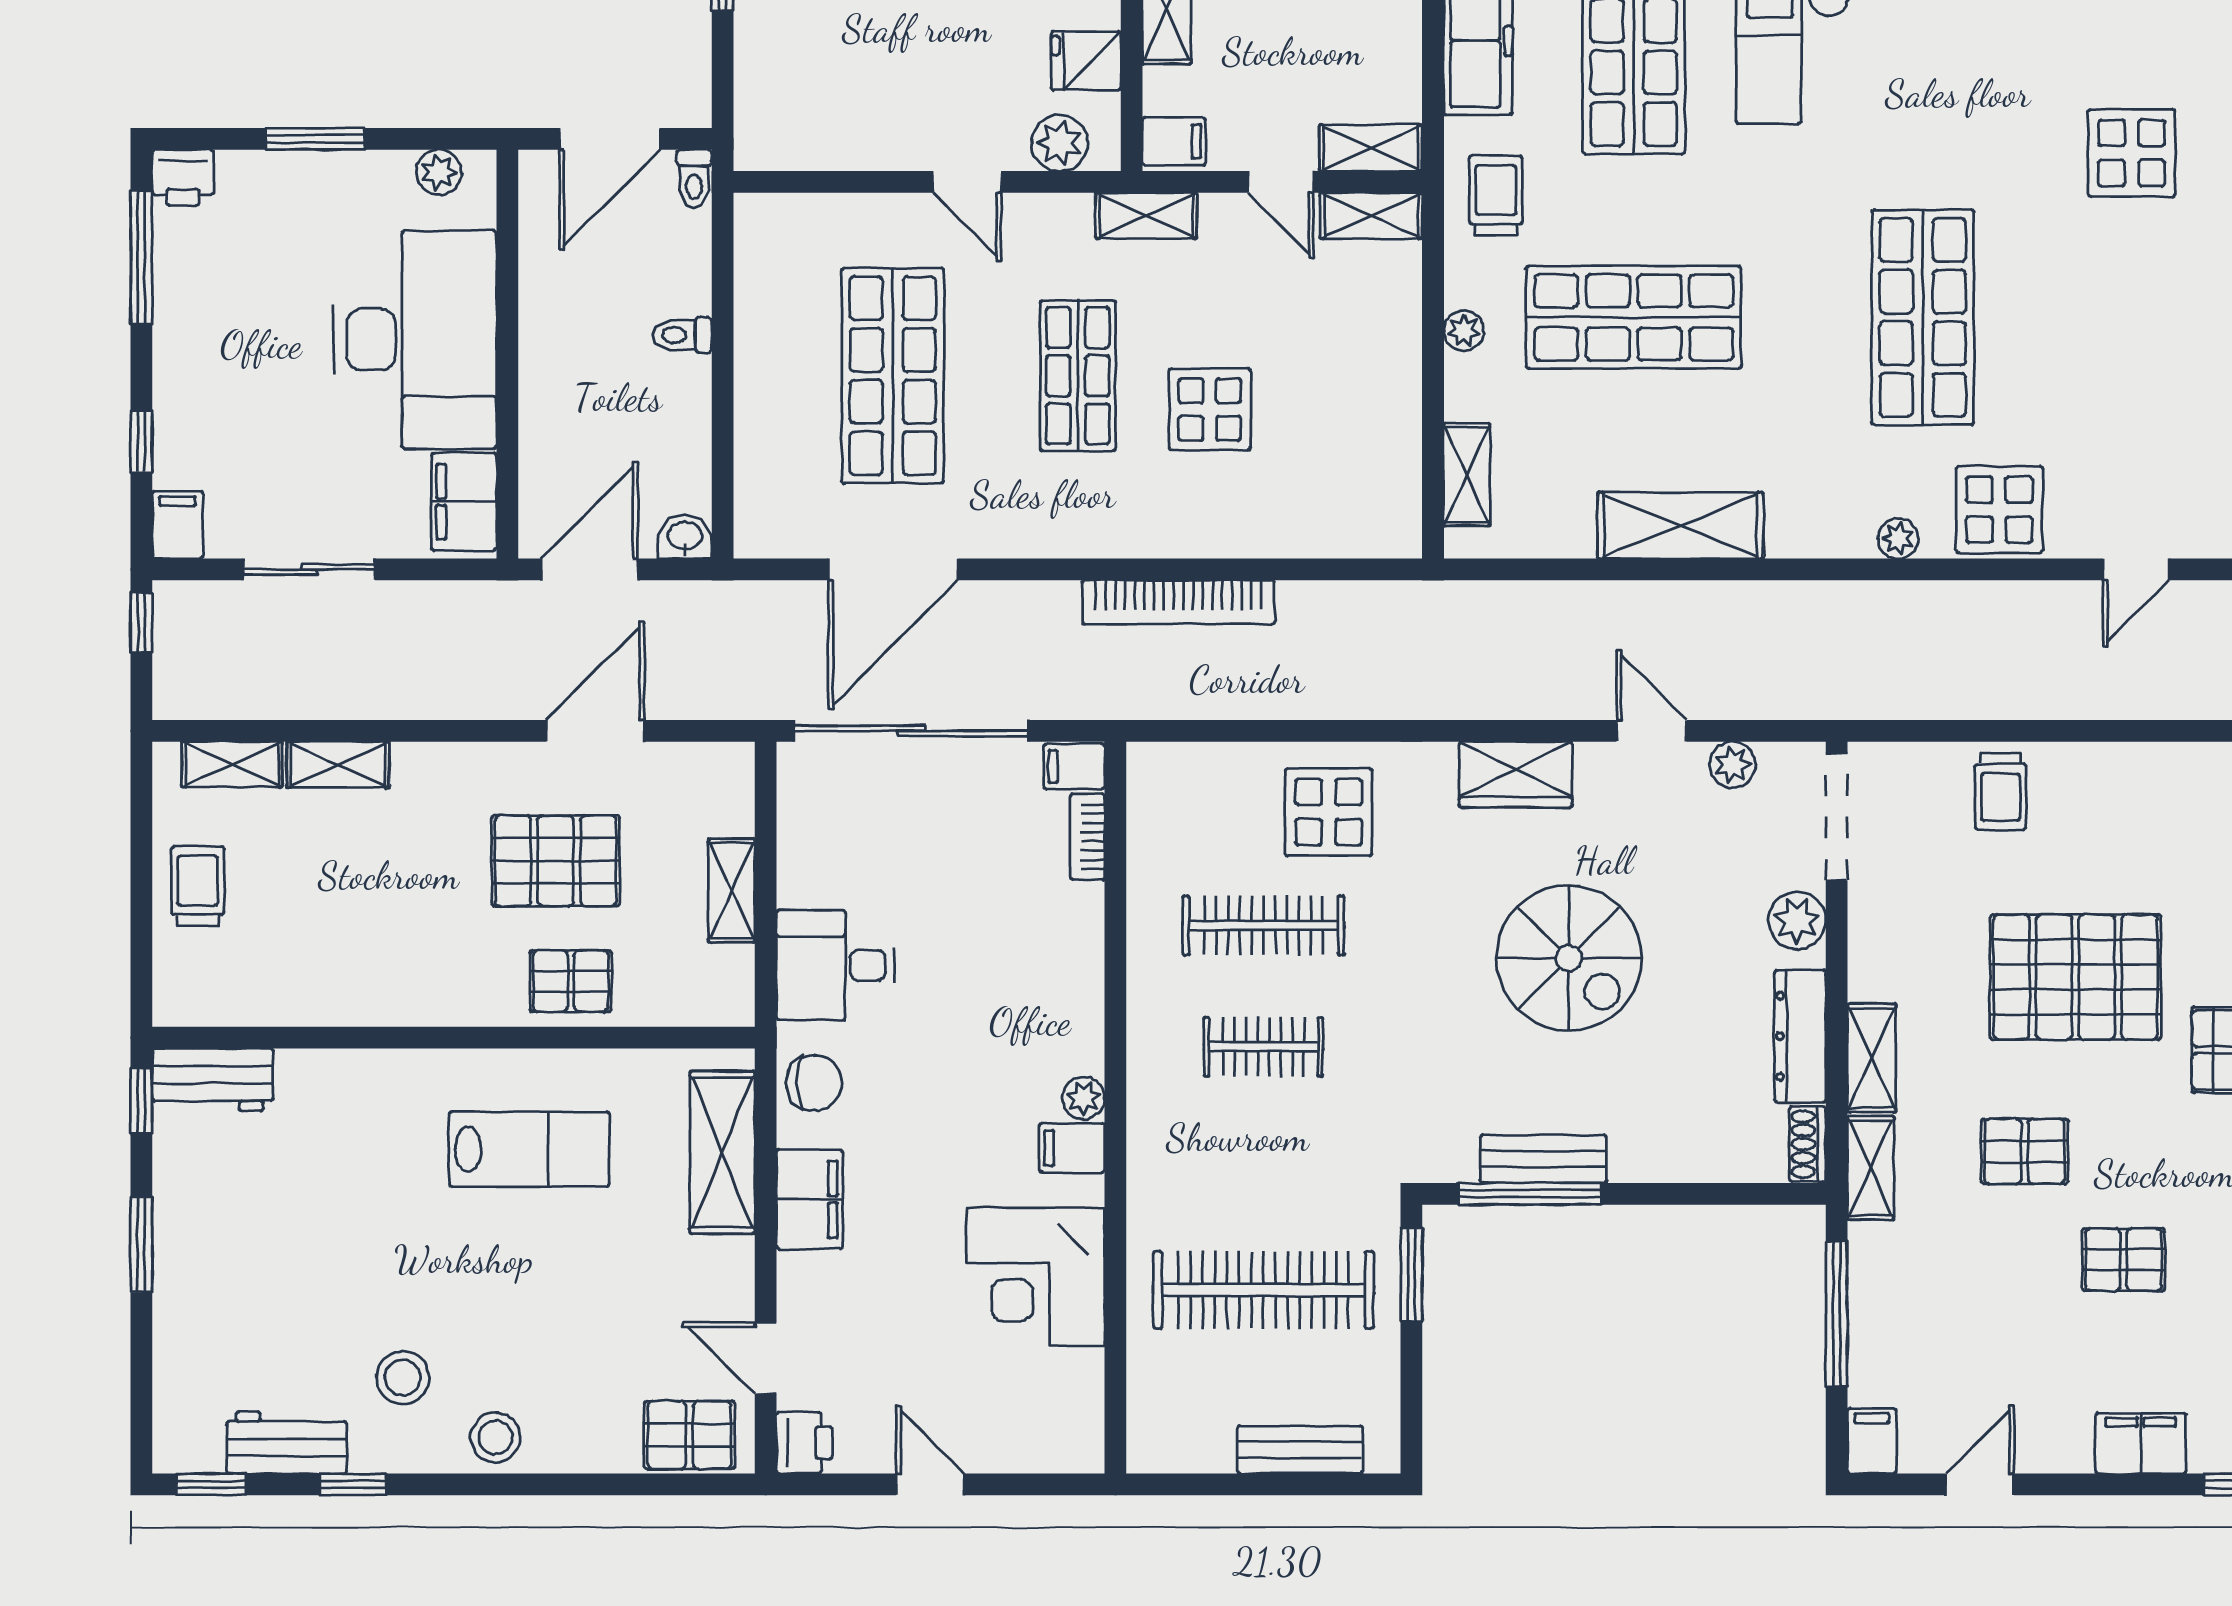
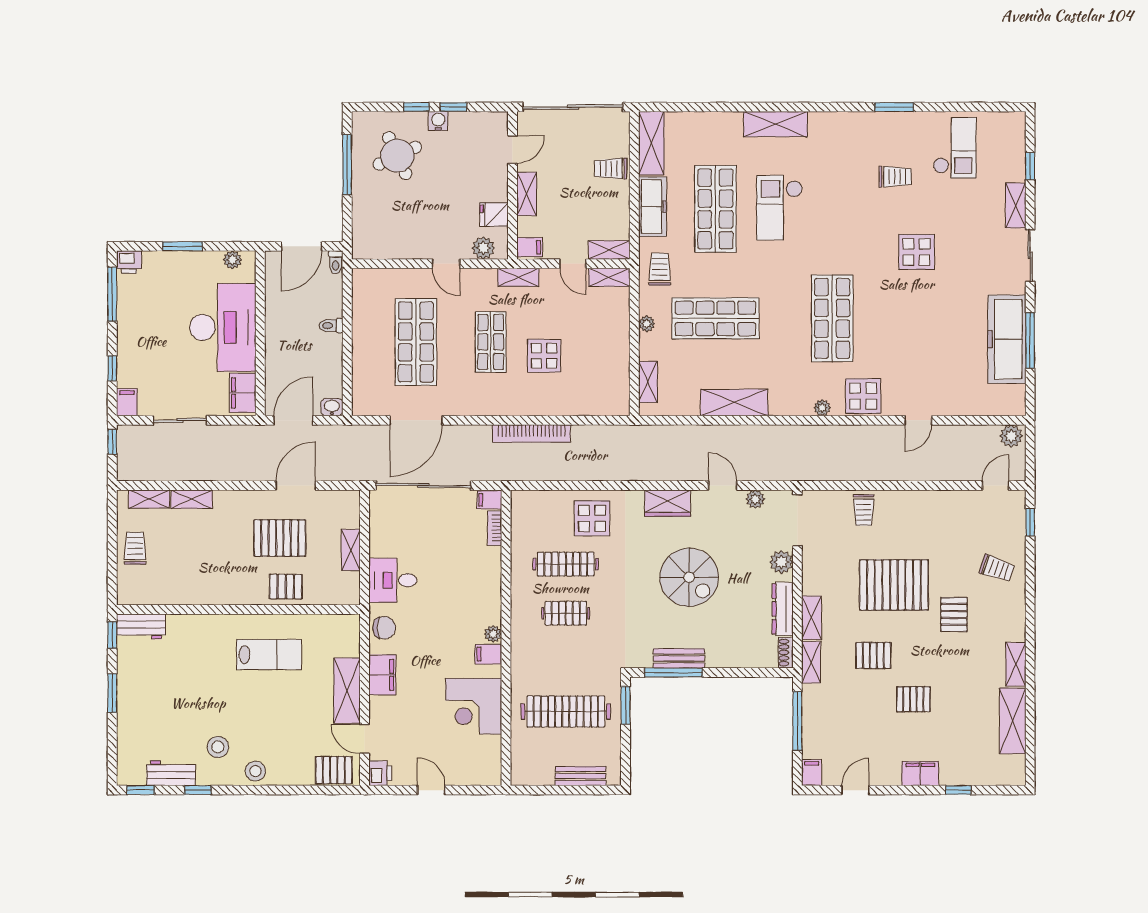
shelving: (722, 1152) -> (347, 691), moved

